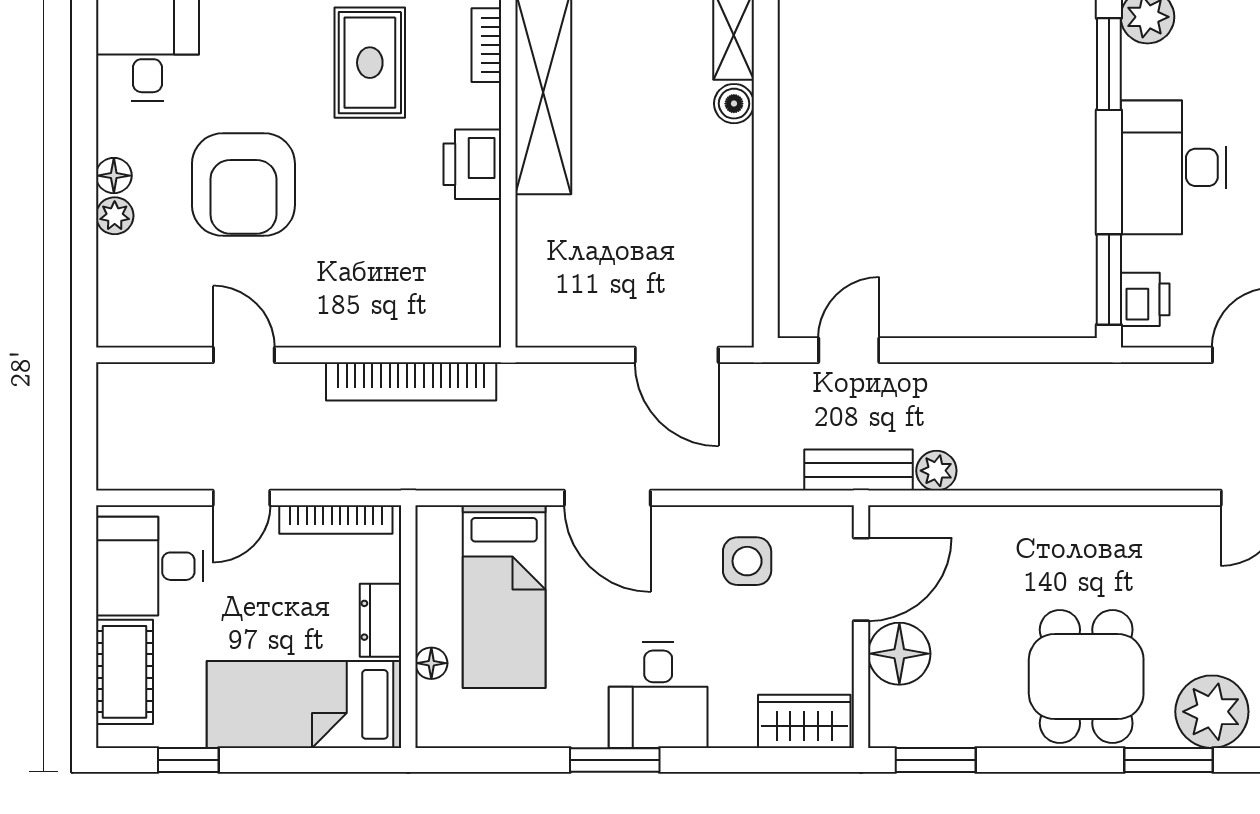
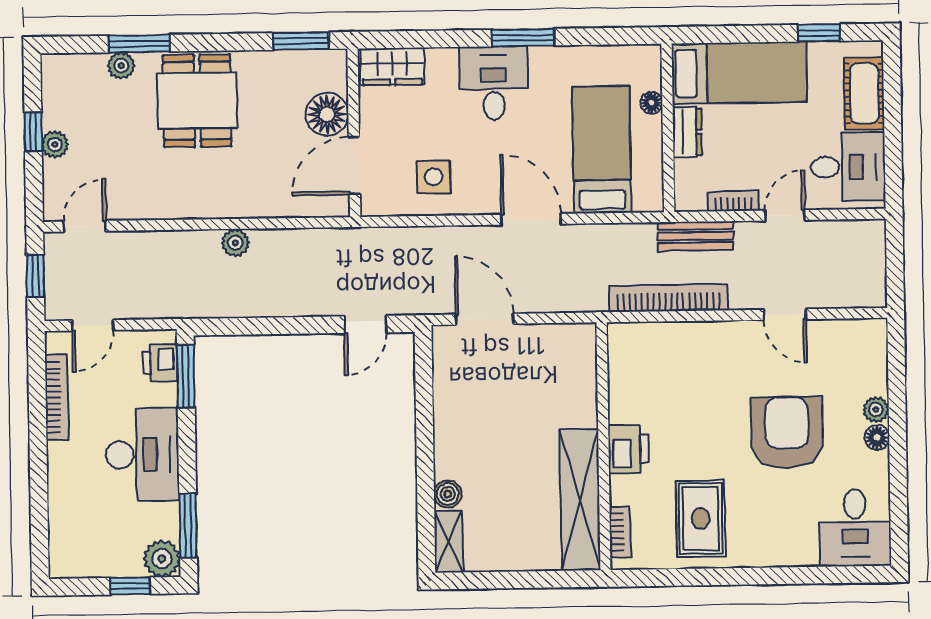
bench: (858, 470) -> (695, 236), moved
plant: (936, 471) -> (235, 243), moved
bookcase: (336, 520) -> (733, 201), width x0.64
plant: (1212, 712) -> (121, 66), width x0.53, depth x0.53

